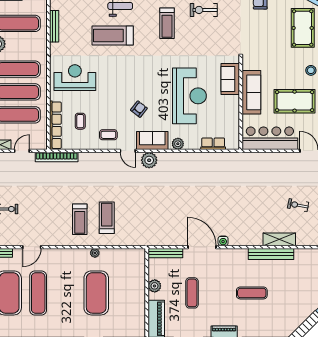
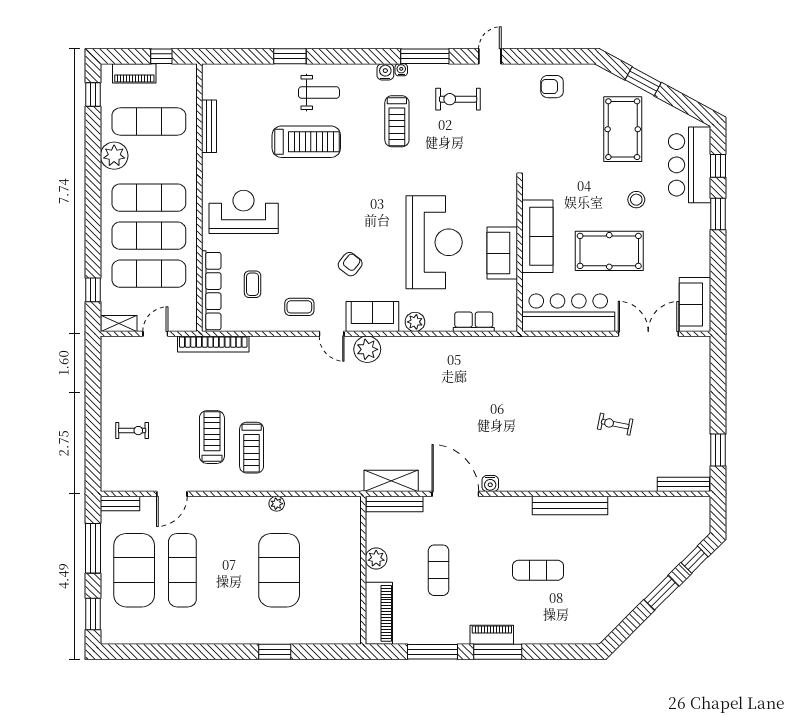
treadmill: (113, 36) -> (306, 142), turned 180
sofa: (230, 79) -> (502, 253), moved
treadmill: (107, 218) -> (212, 437), moved
shelving: (279, 239) -> (391, 481), moved

